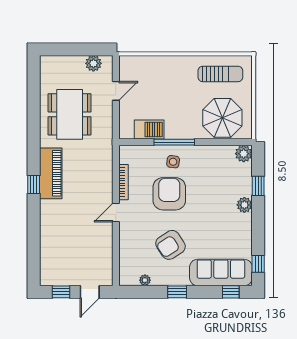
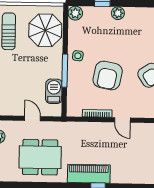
door: (116, 91) -> (33, 118), moved
side table: (173, 162) -> (78, 56), moved
armchair: (169, 194) -> (108, 76), turned -79

